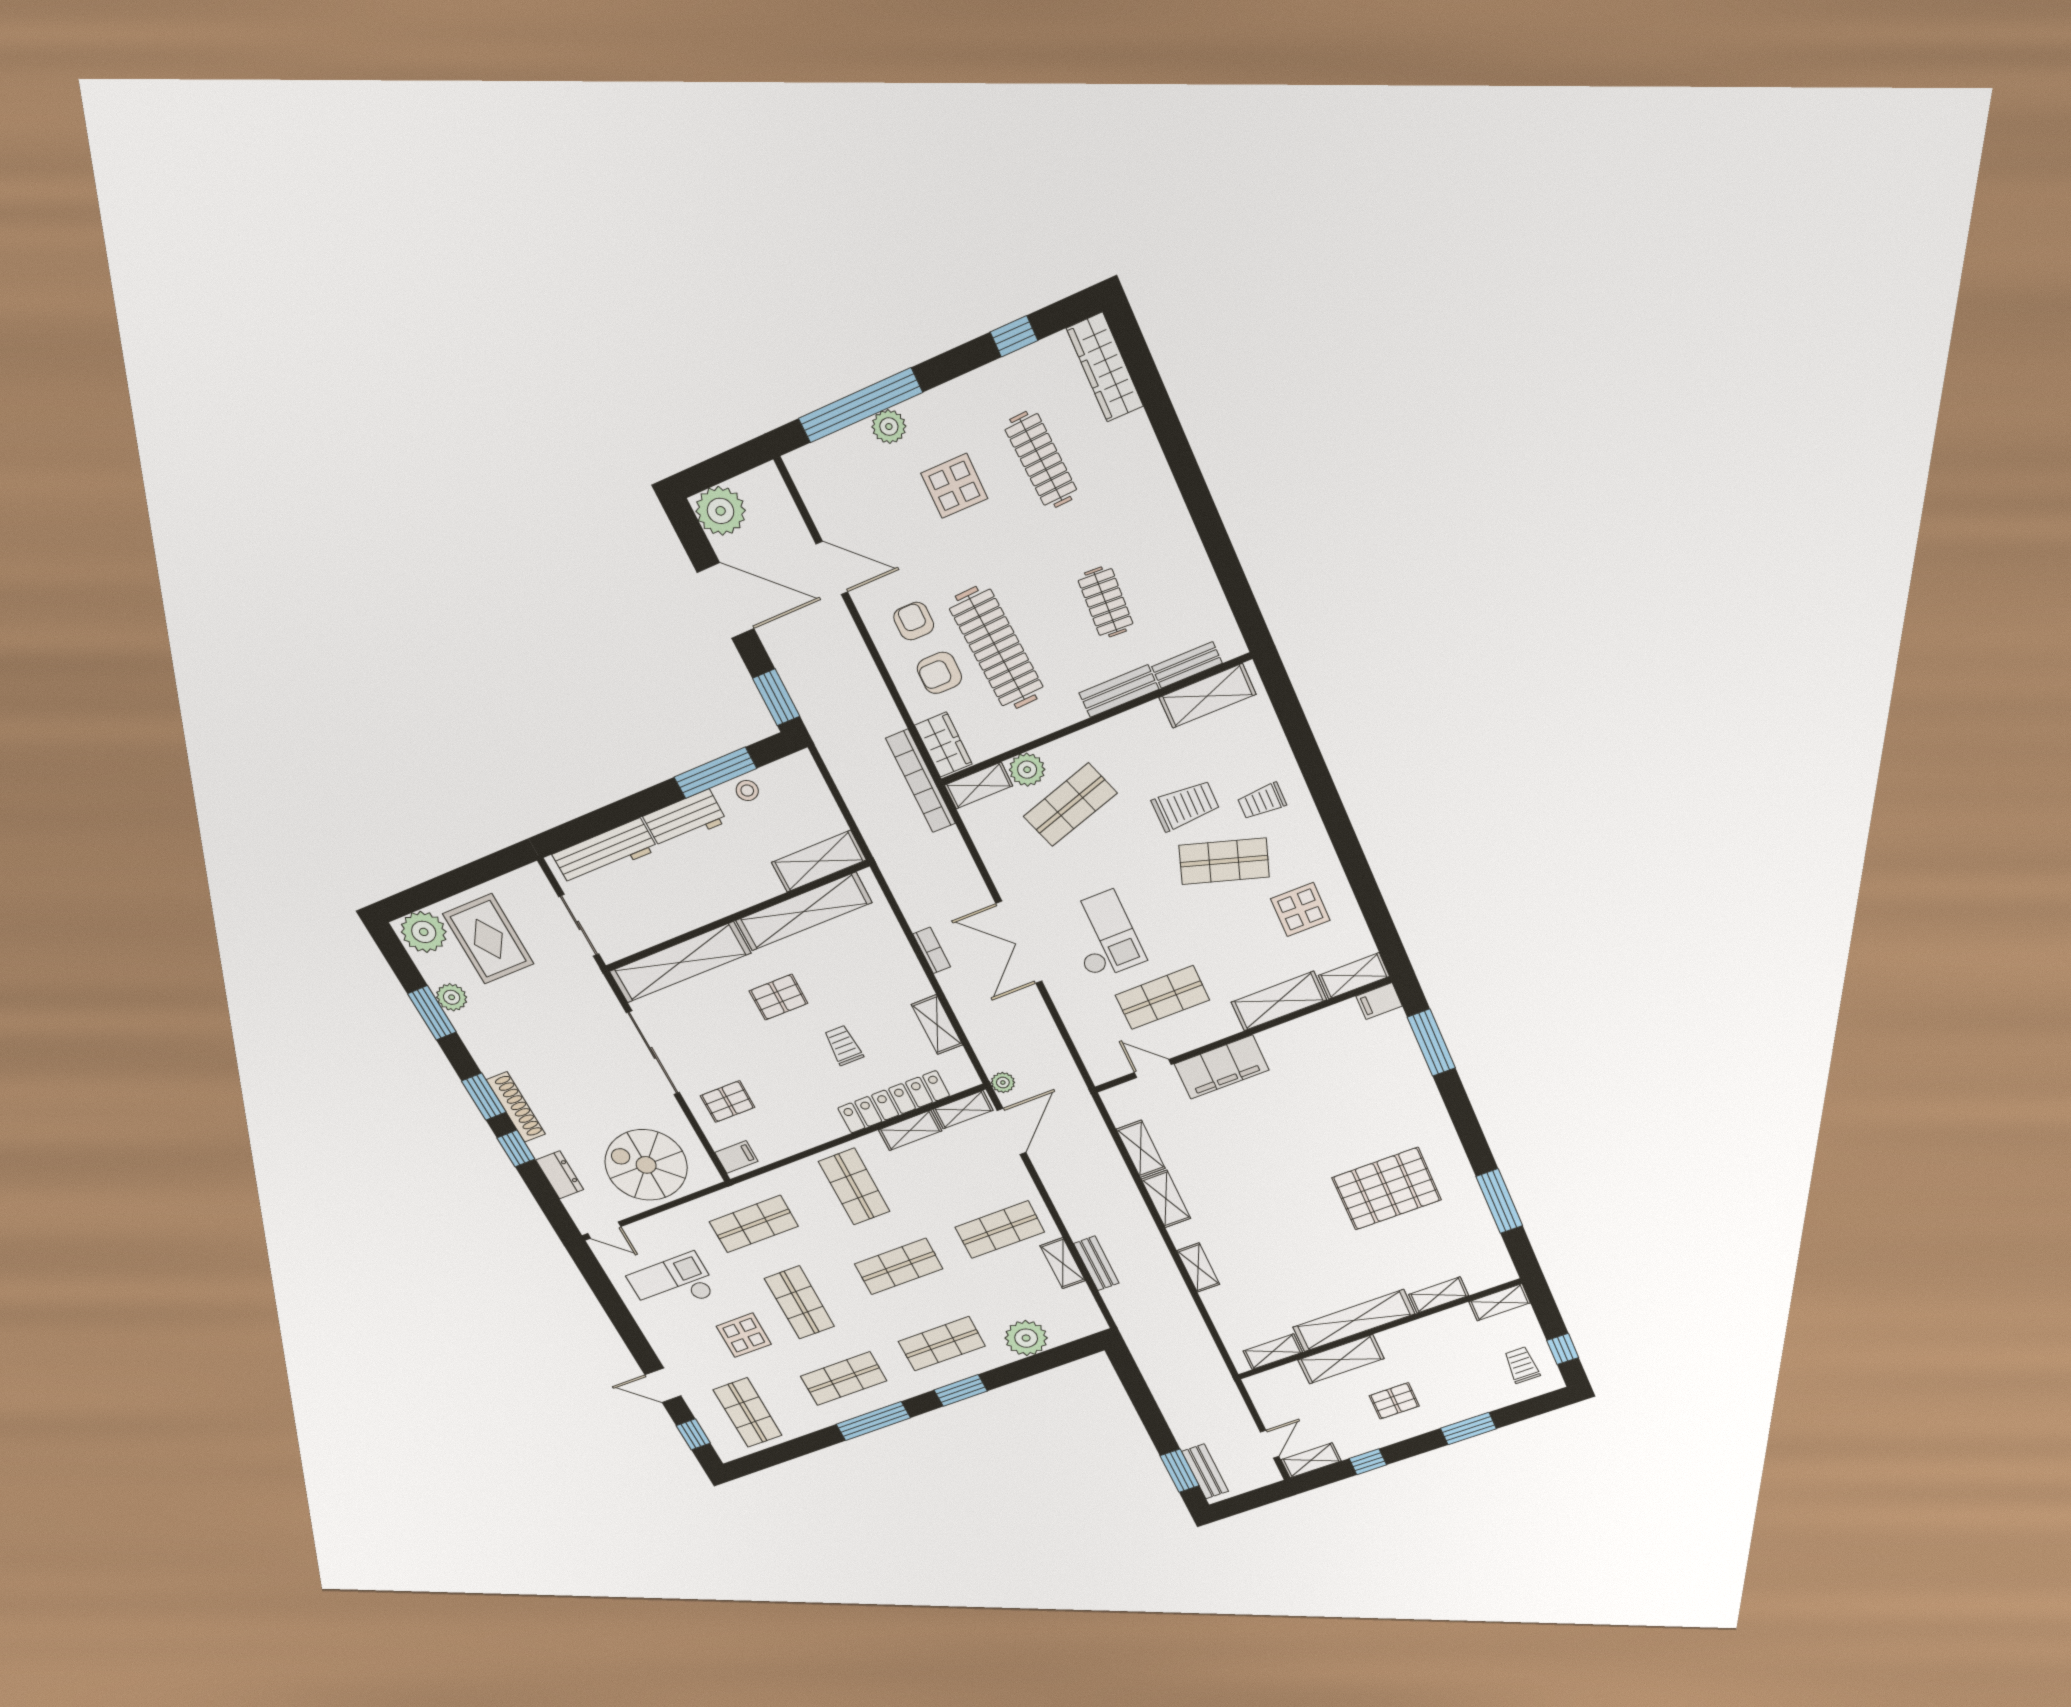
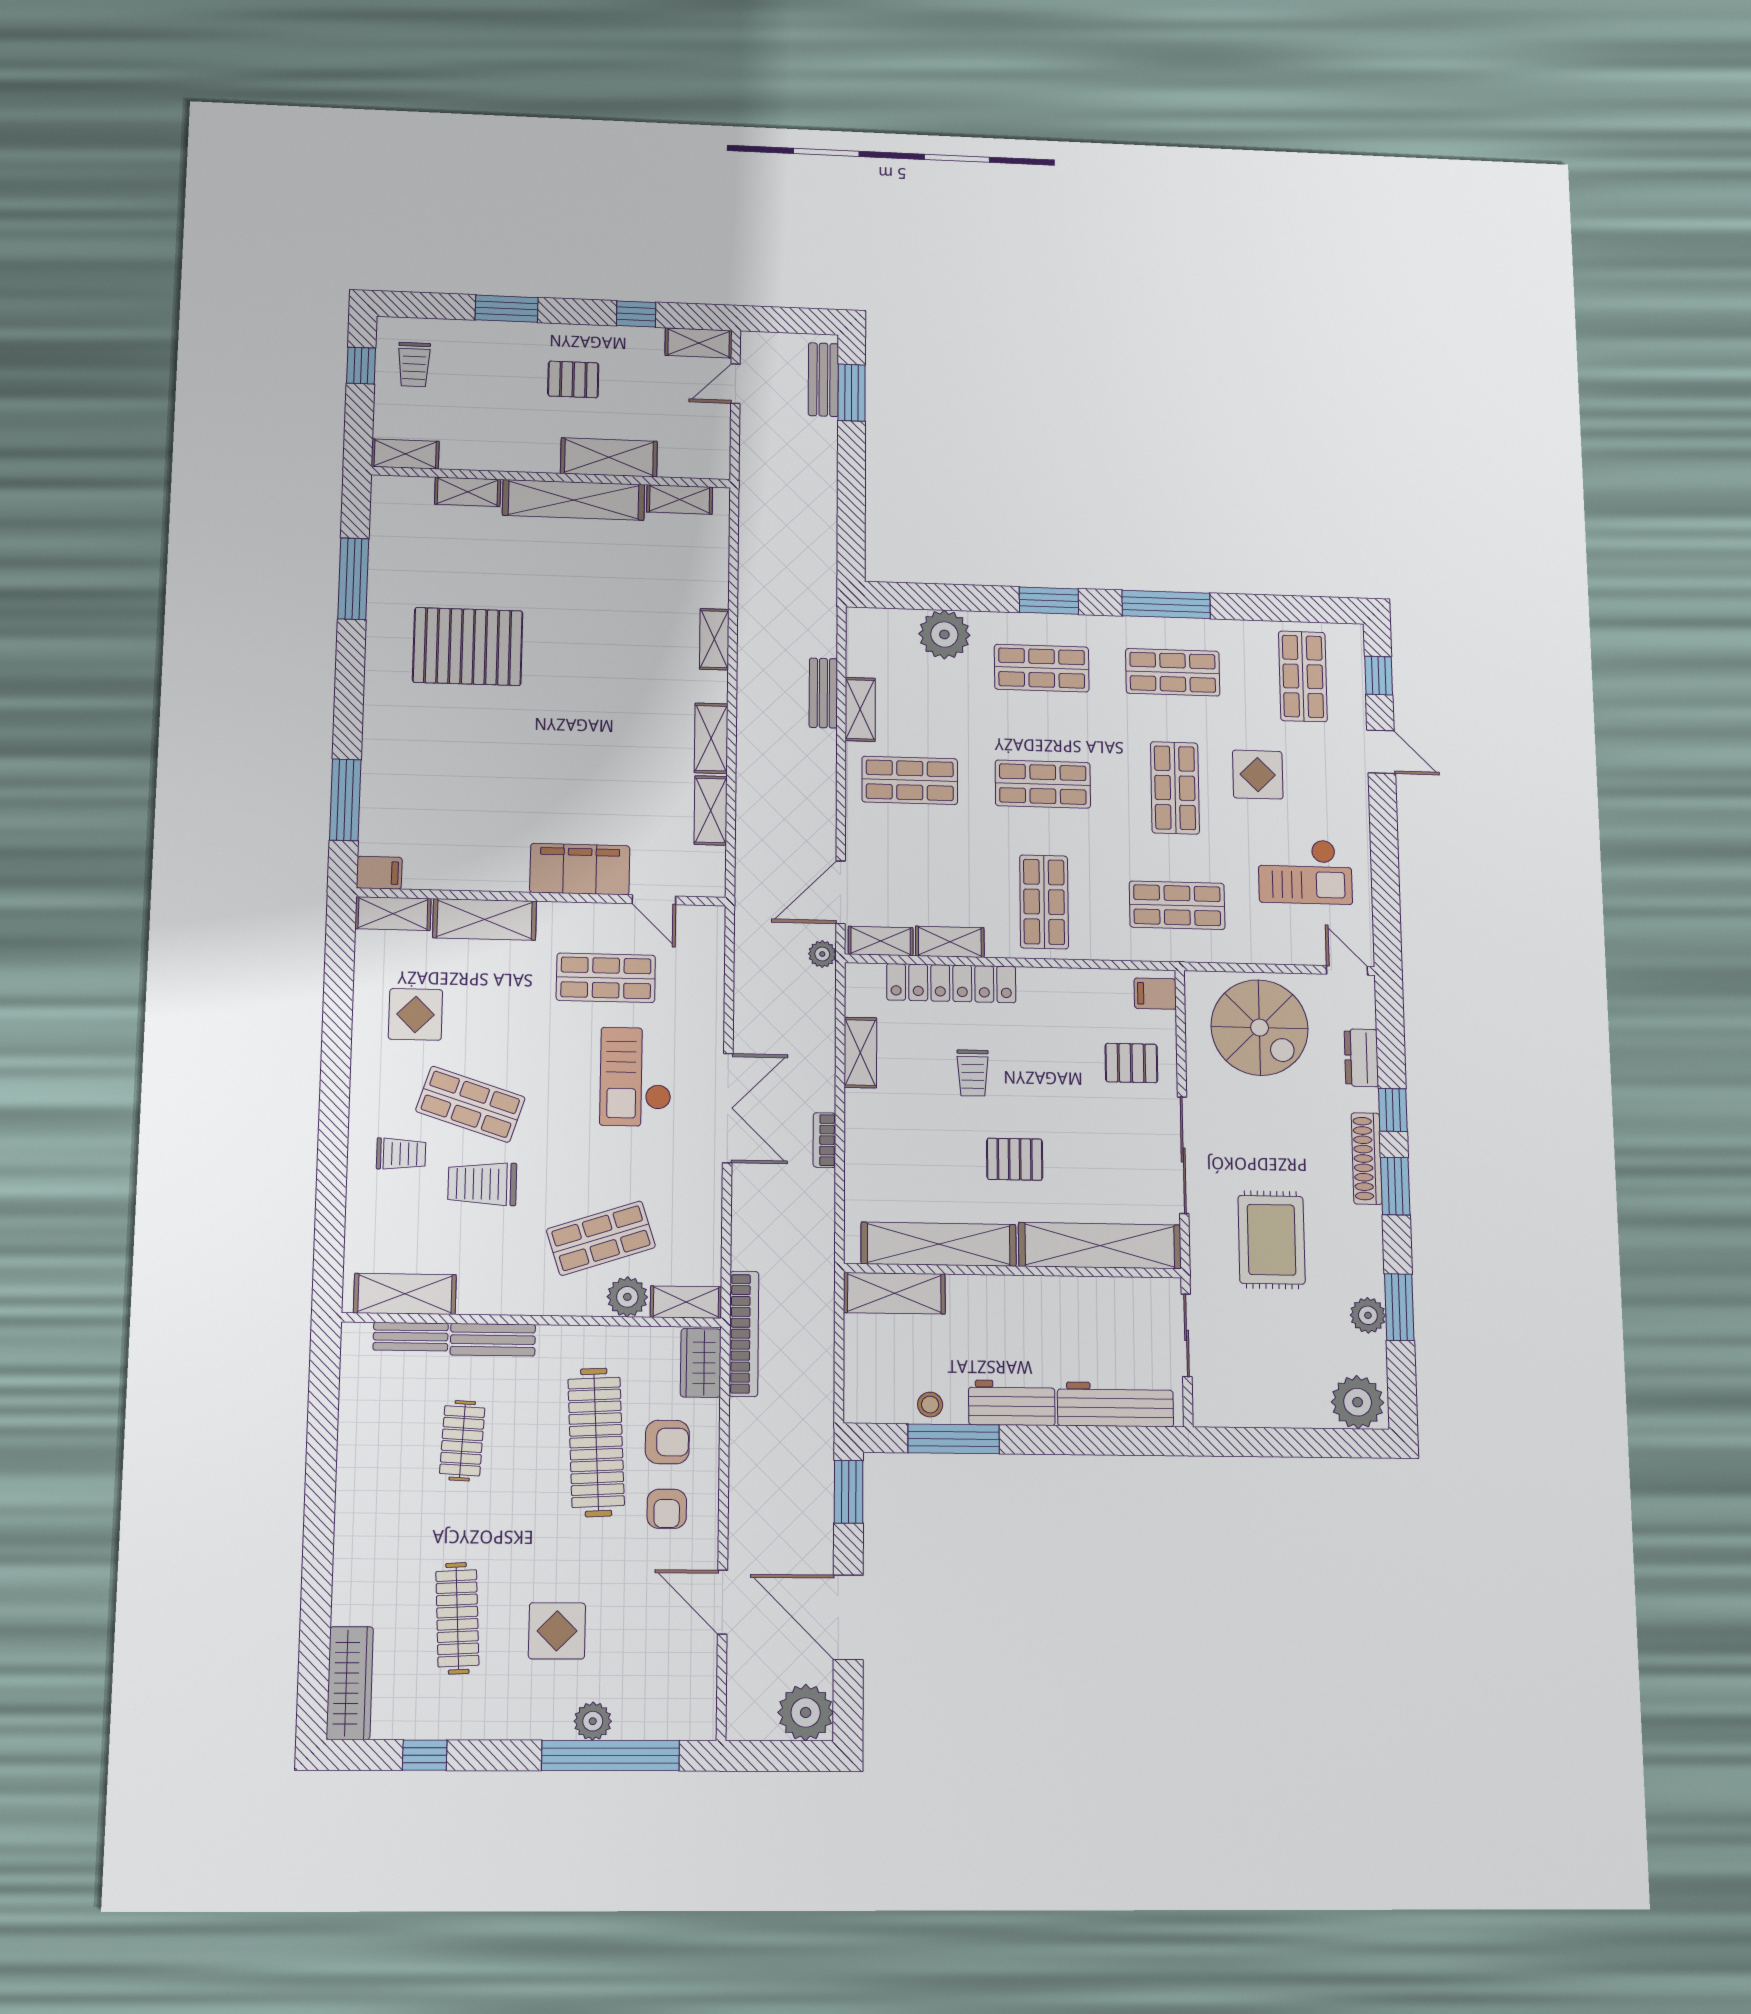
rug: (488, 939) -> (1272, 1240), moved

